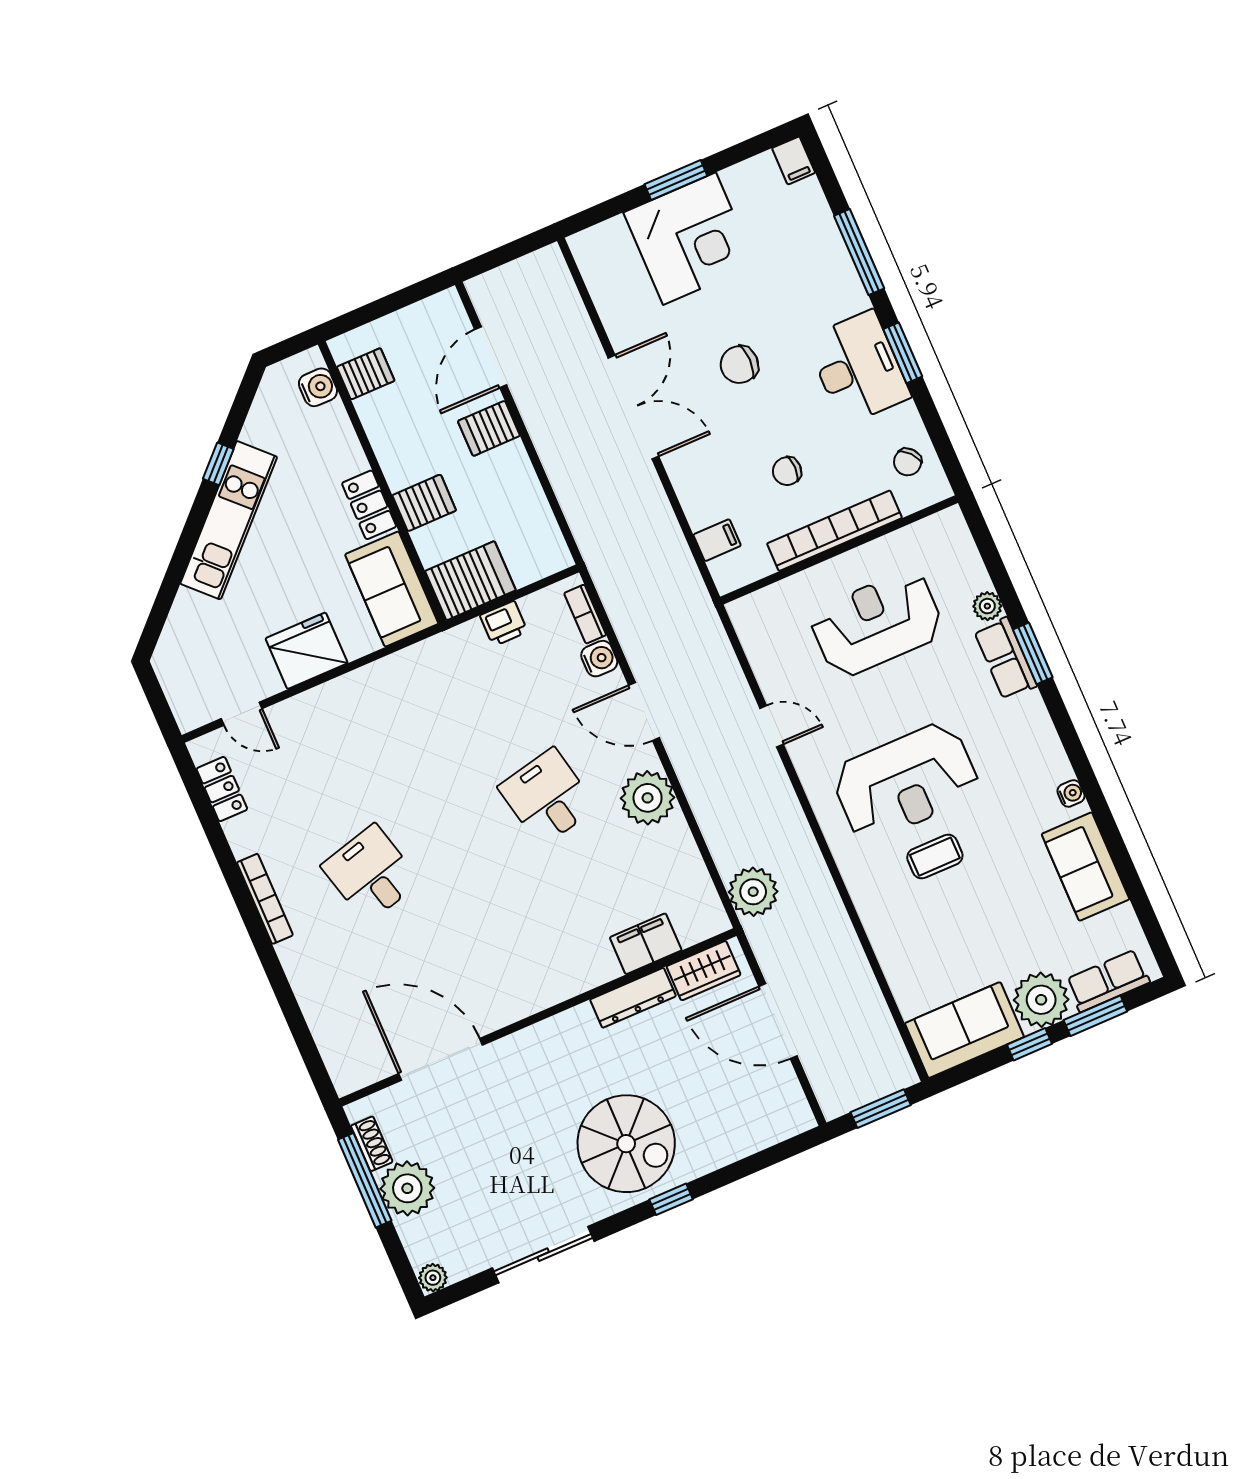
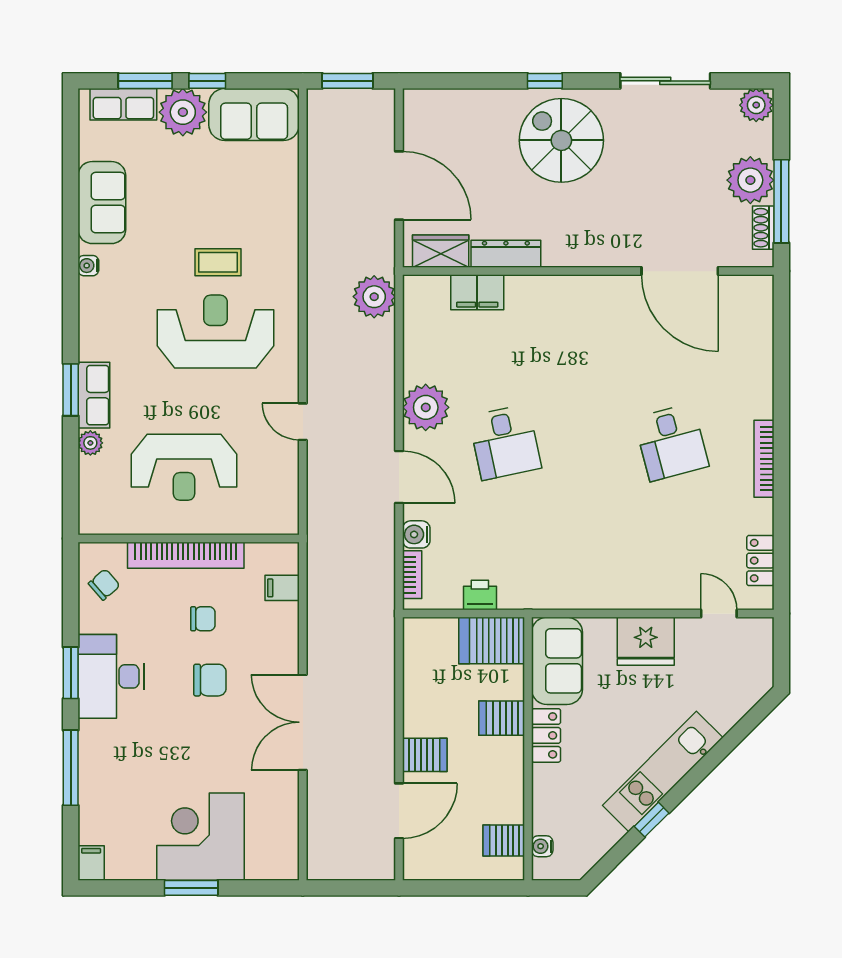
chair: (739, 365) -> (210, 680), moved
water cooler: (318, 387) -> (542, 846), width x0.72, depth x0.72
plant: (433, 1278) -> (756, 105), width x1.38, depth x1.38

